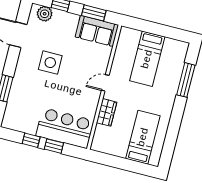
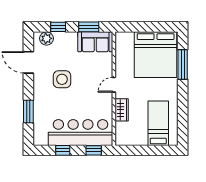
bed: (147, 59) -> (156, 55), width x2.04
bar counter: (65, 128) -> (81, 133), width x1.36
window: (54, 146) -> (94, 150), moved

